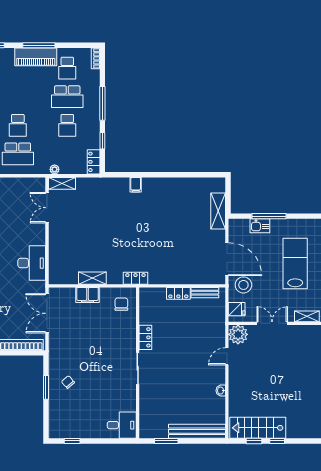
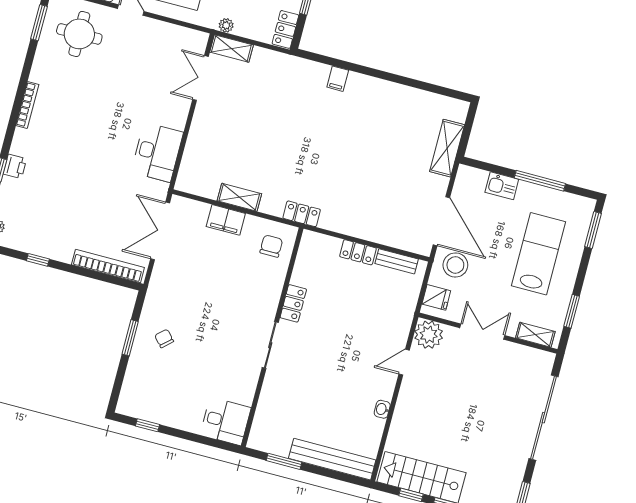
window: (269, 216) -> (540, 181), moved

